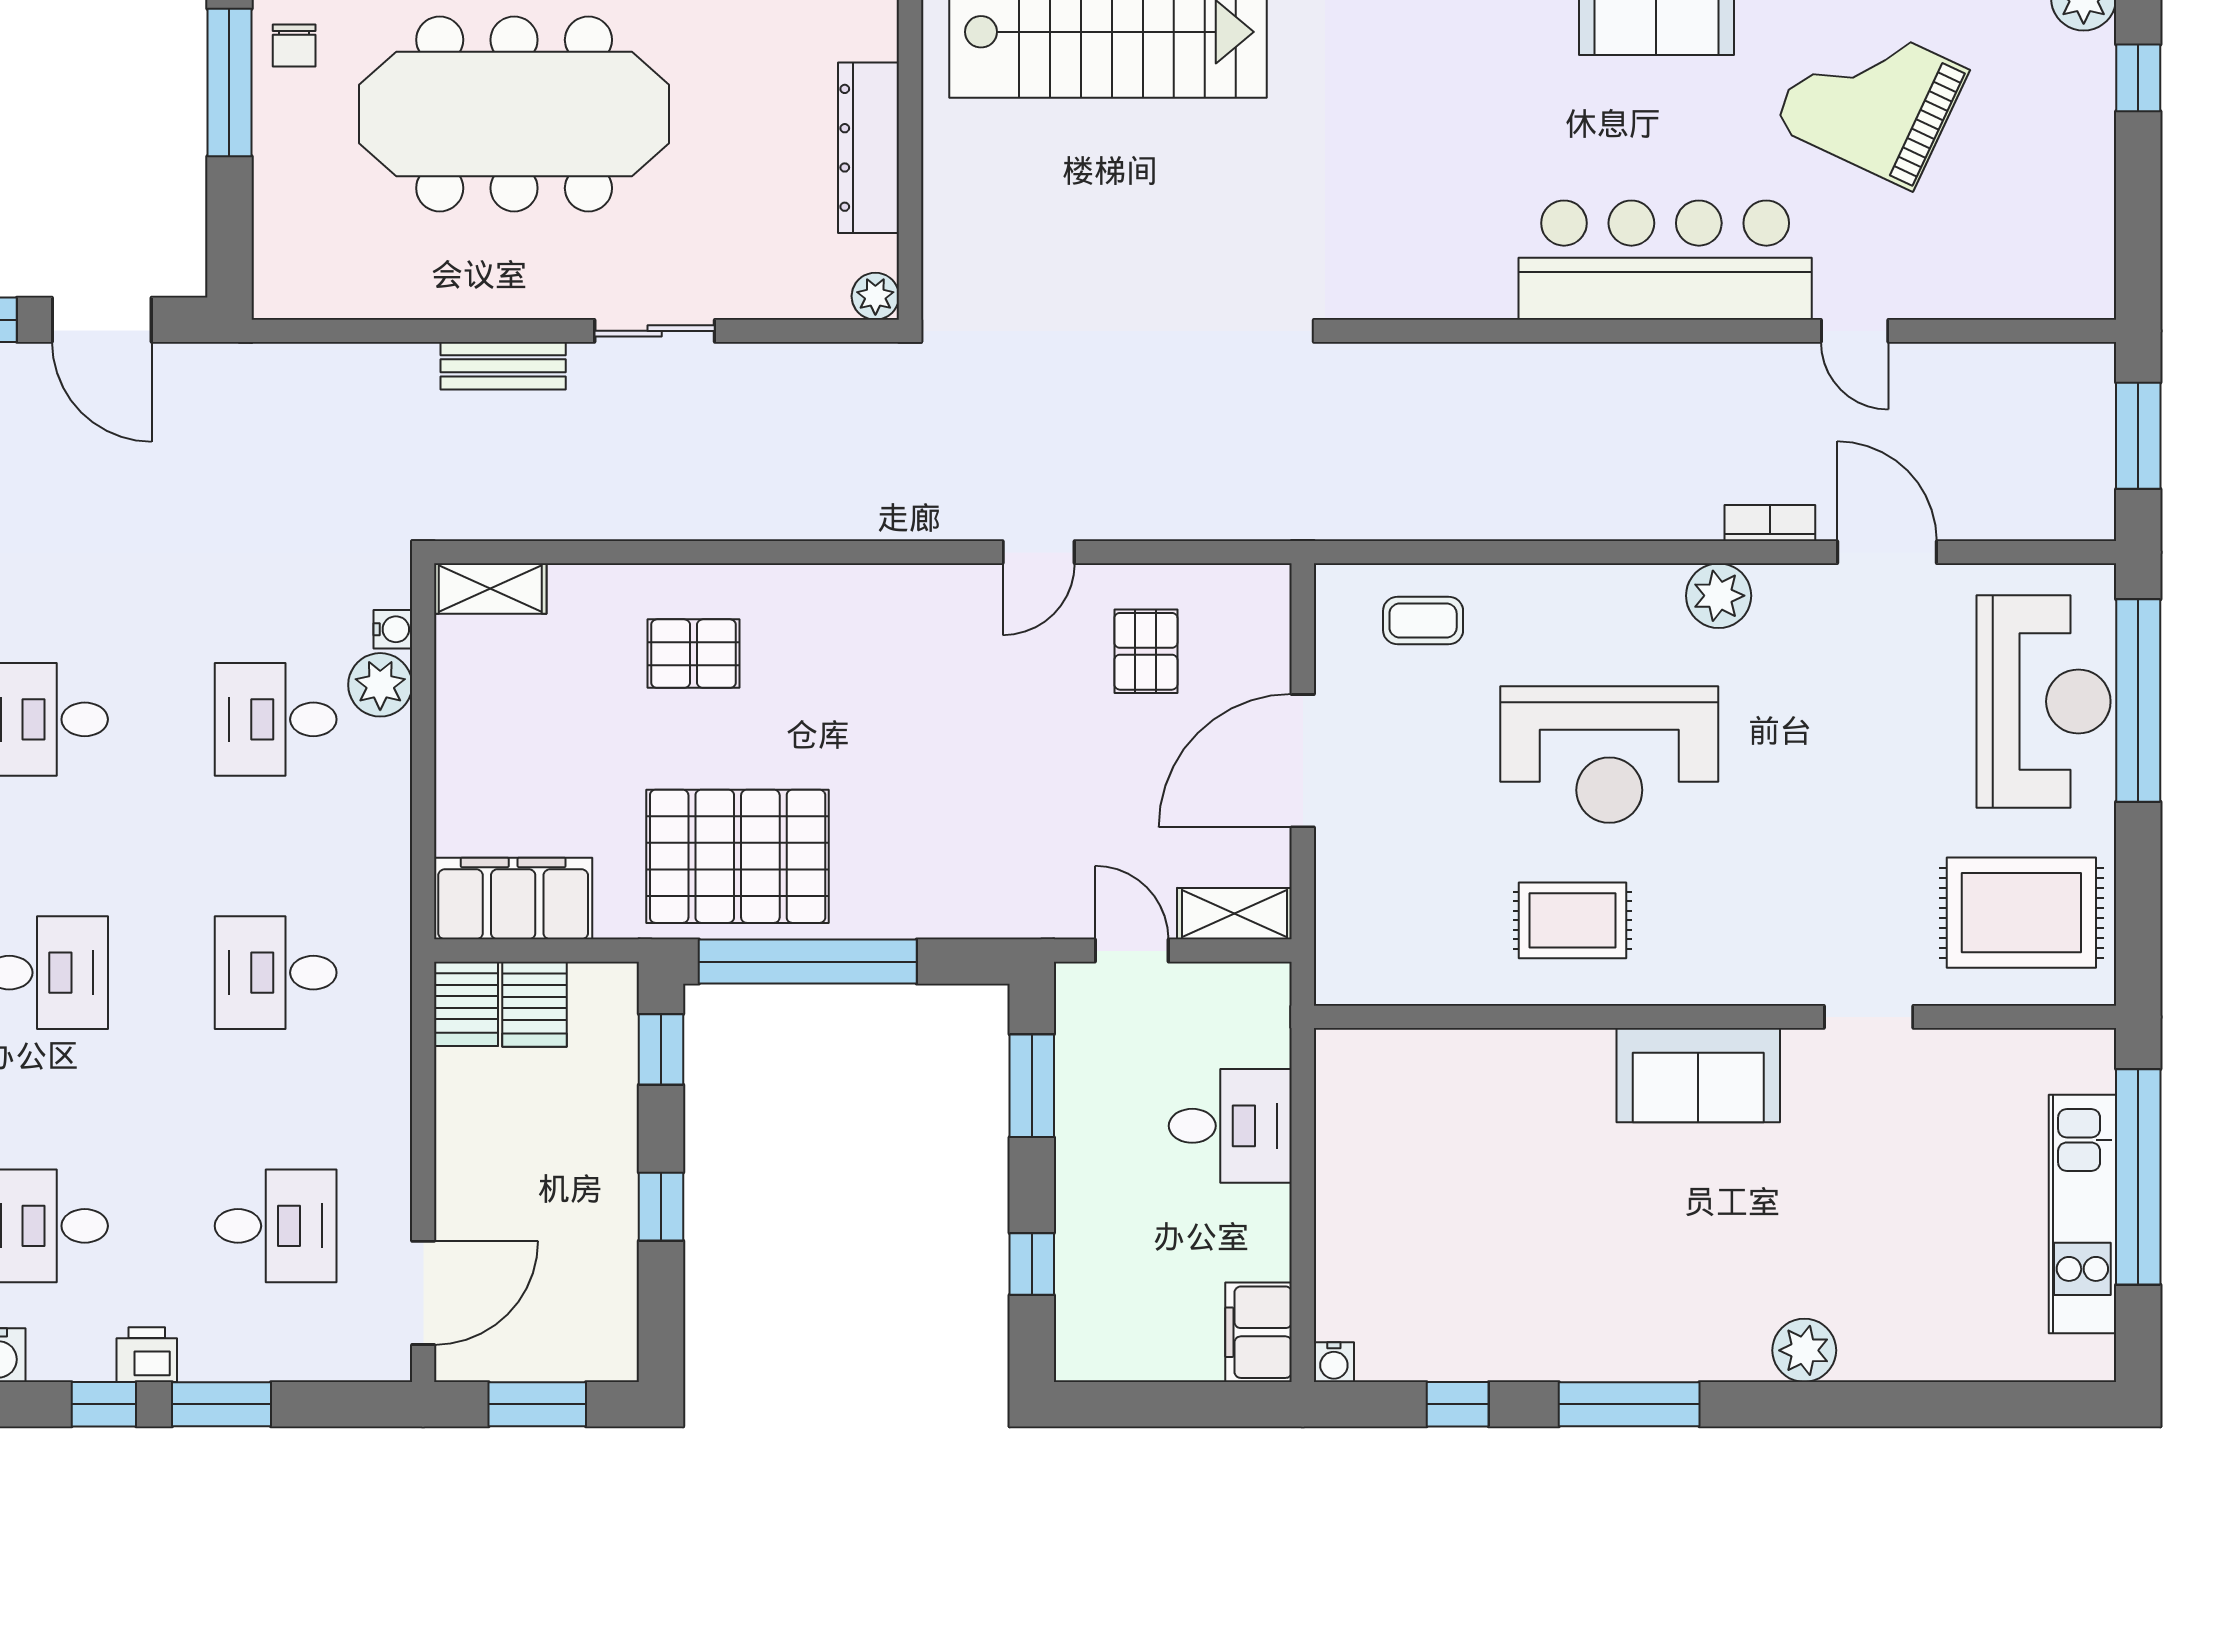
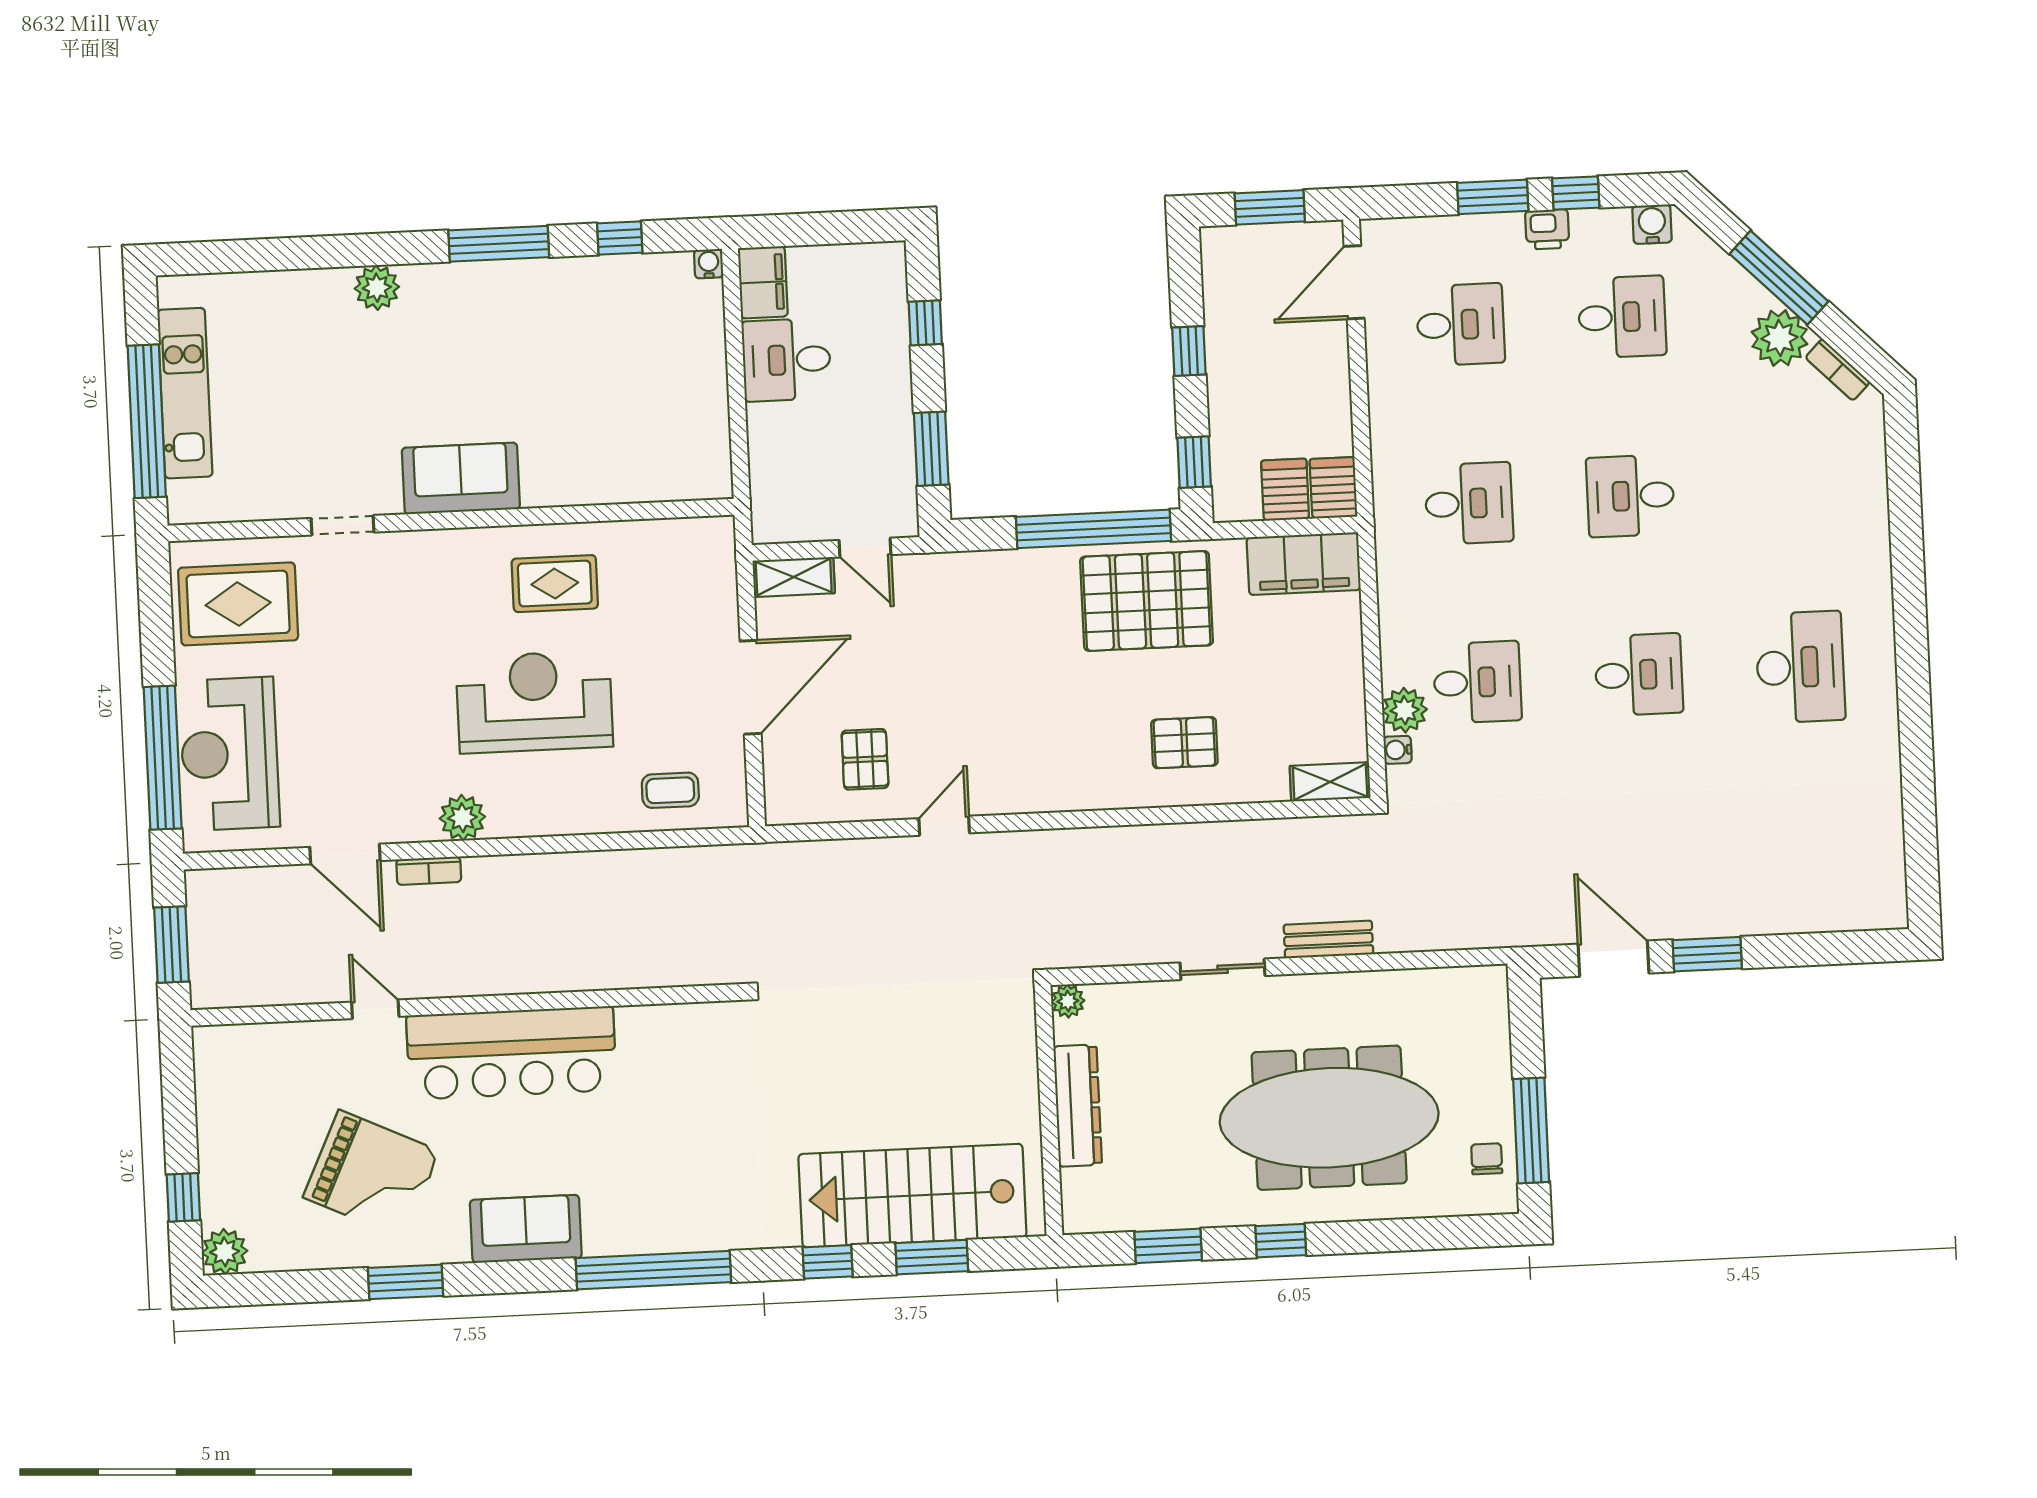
desk: (1230, 1126) -> (786, 360), moved
desk: (276, 1226) -> (1460, 325), turned 180

